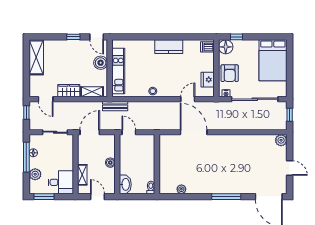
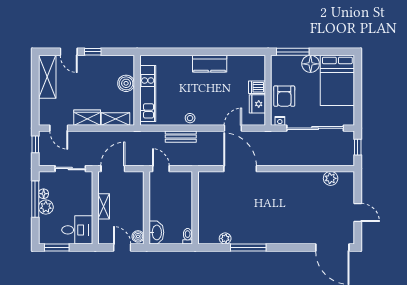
door: (97, 37) -> (69, 52), moved
window: (237, 37) -> (293, 52), width x2.17
dishwasher: (207, 47) -> (257, 87), moved
floor lamp: (226, 47) -> (311, 64), moved
bench: (115, 106) -> (181, 137), moved
plant: (281, 140) -> (331, 178), moved
boiler: (110, 163) -> (138, 236), moved
plant: (35, 174) -> (46, 207), moved
shelving: (82, 175) -> (104, 206), moved
window: (226, 197) -> (248, 248), moved

